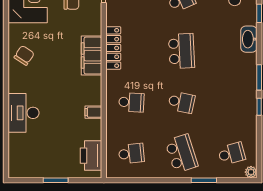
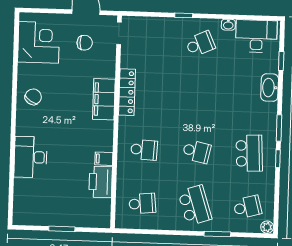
school desk: (181, 51) -> (249, 153), moved
printer: (91, 156) -> (101, 182), moved

